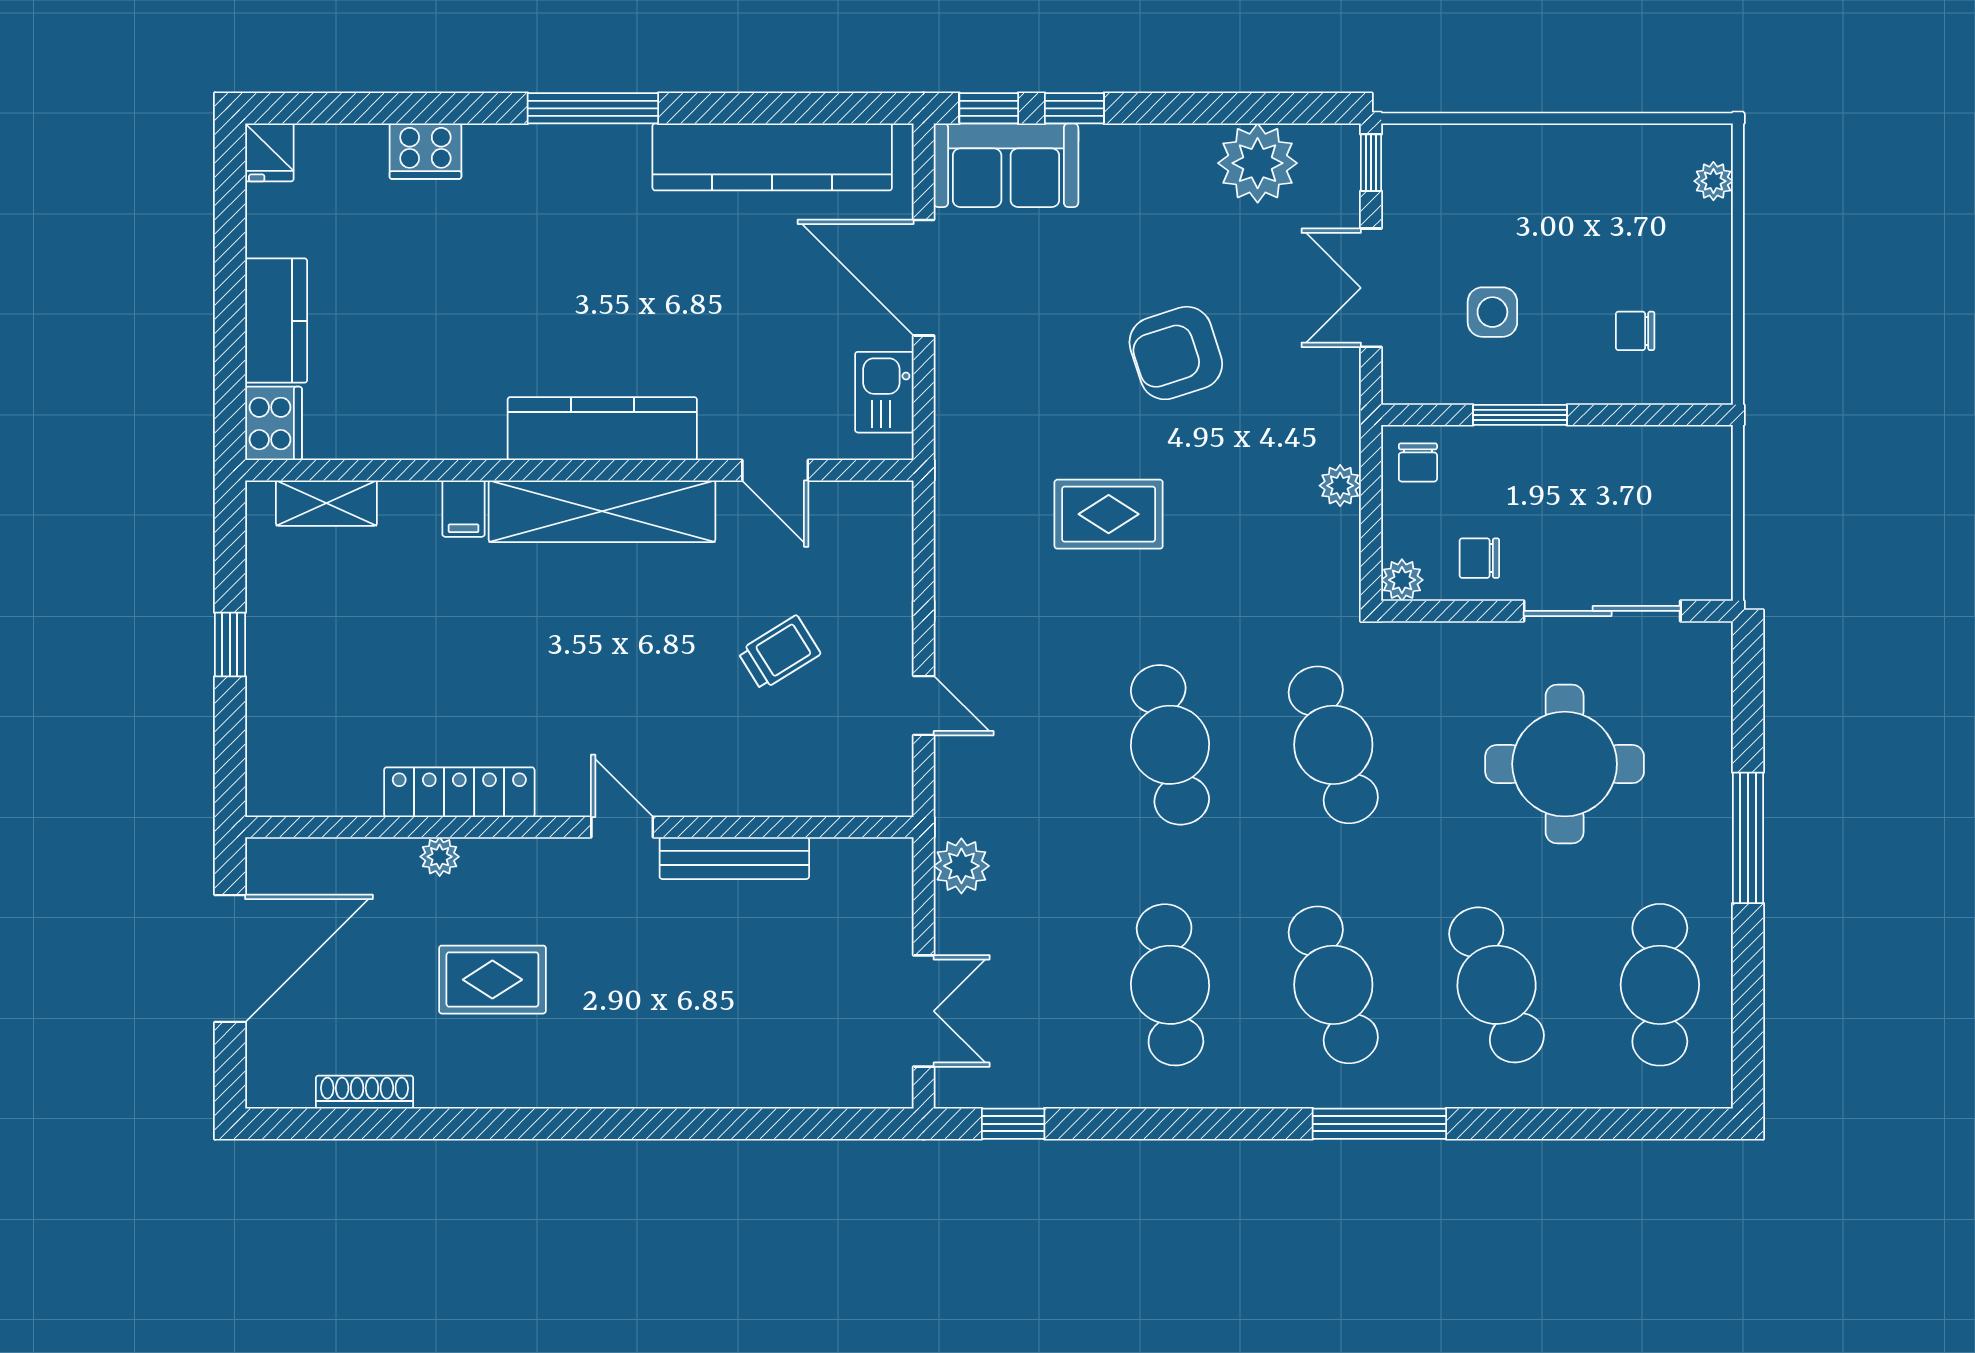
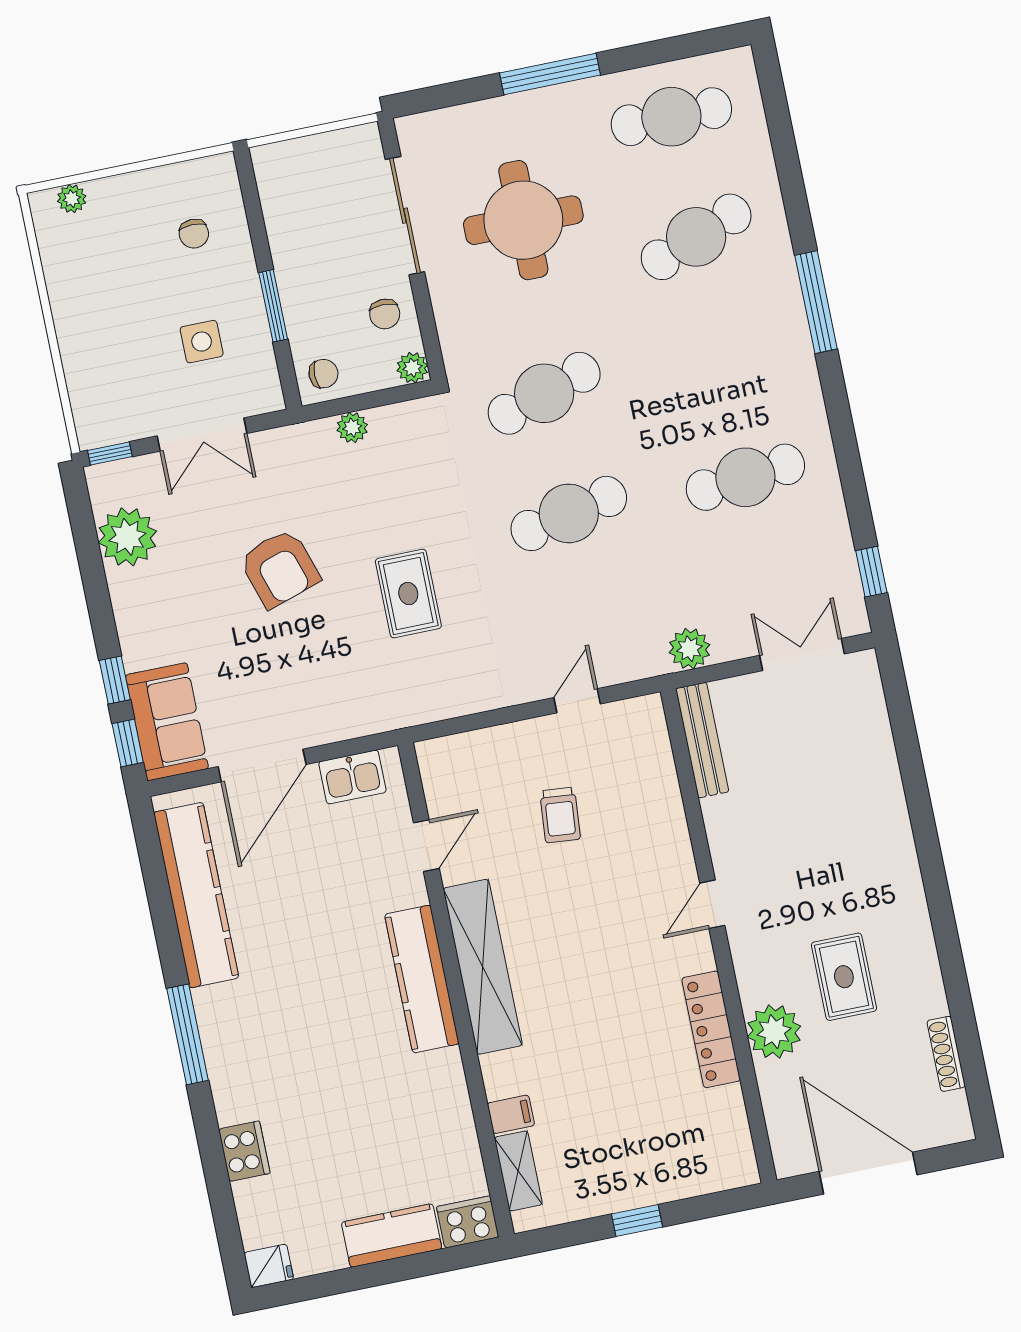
filing cabinet: (463, 509) -> (511, 1114), moved
trolley: (779, 653) -> (560, 815), turned -143
plant: (440, 857) -> (774, 1032), width x1.87, depth x1.87
bench: (734, 858) -> (702, 740), moved
cafe table: (1333, 985) -> (721, 357), removed

